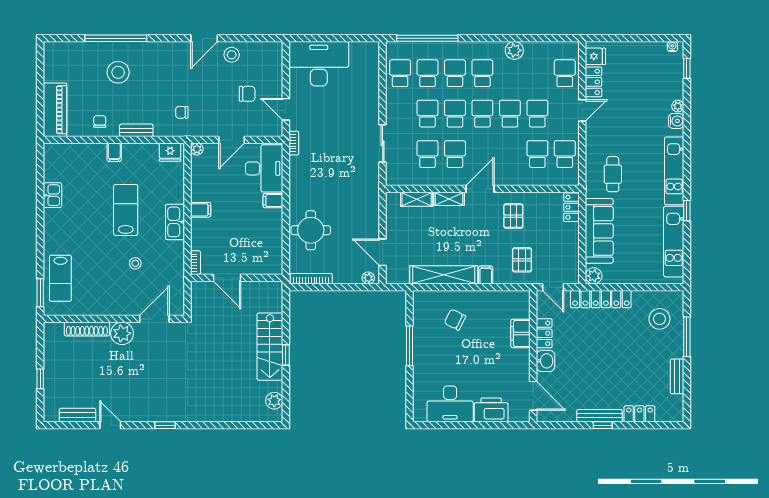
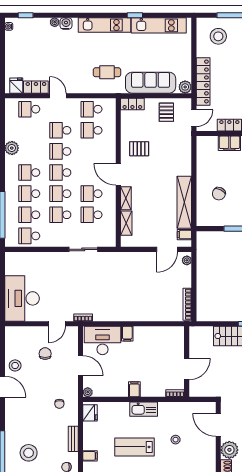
round table: (311, 230) -> (150, 305), removed
pallet: (522, 260) -> (166, 112), moved, turned 90
filing cabinet: (486, 275) -> (184, 235), moved

